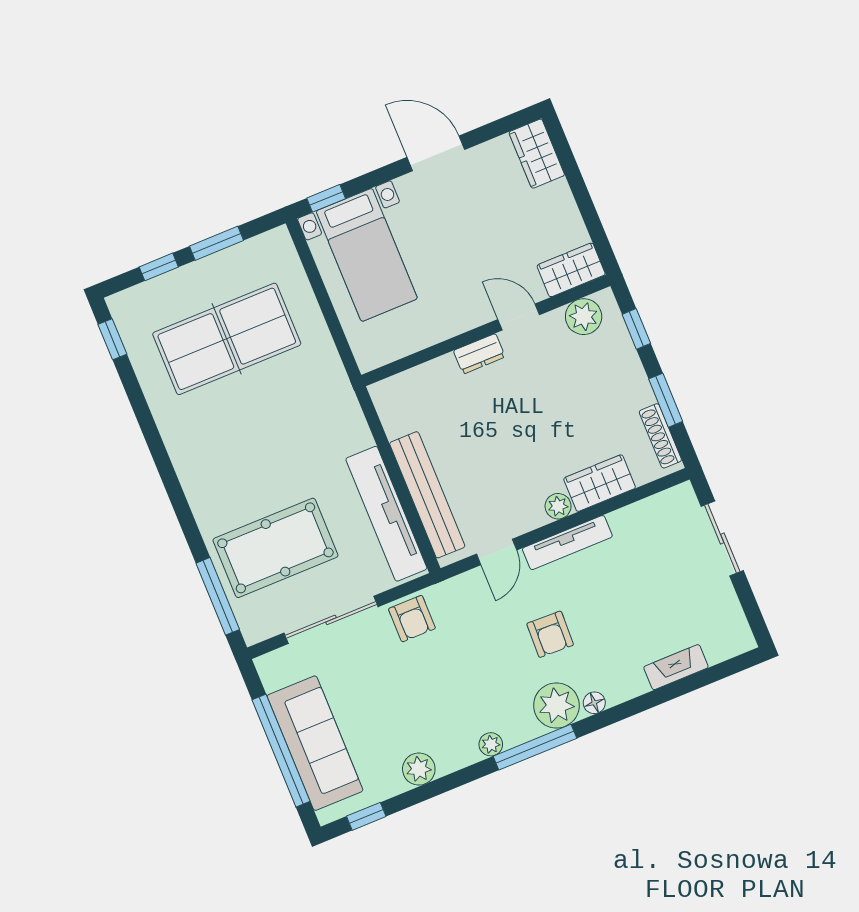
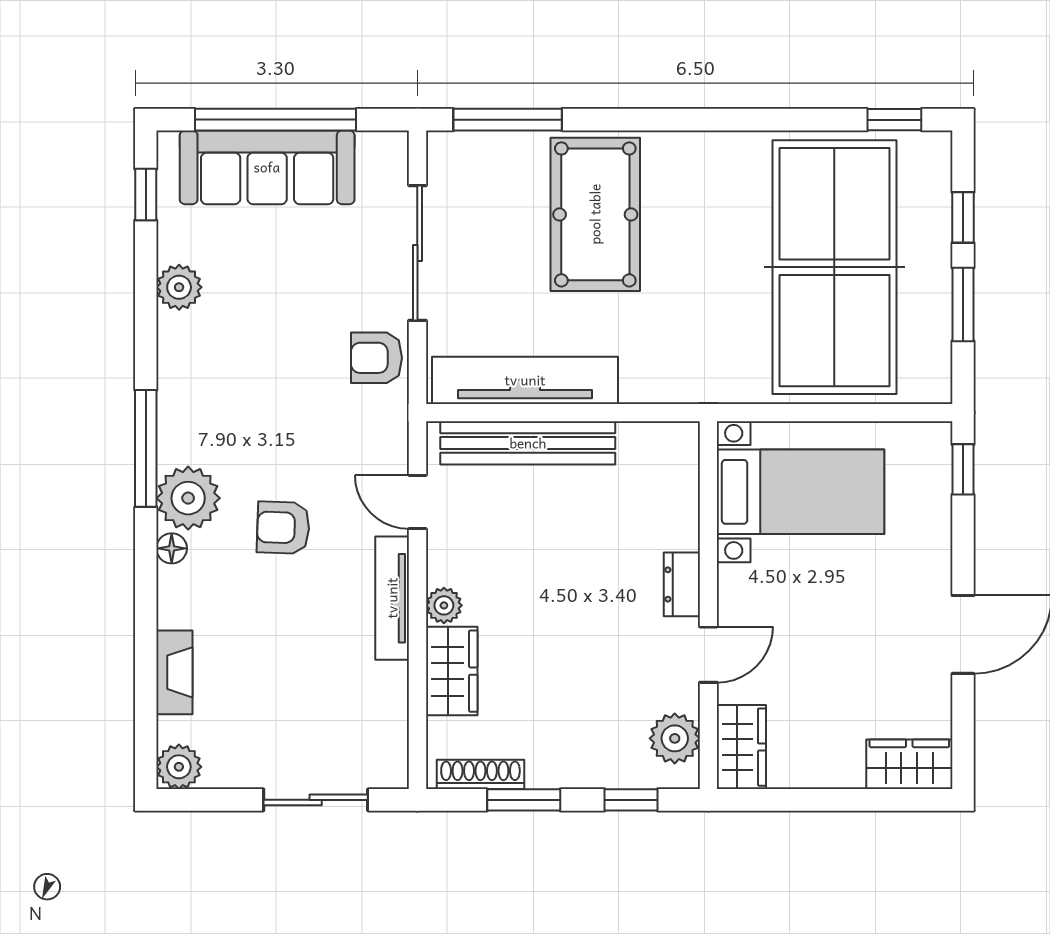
bed with nightstands: (367, 255) -> (801, 492), moved, turned 180
table tennis table: (227, 339) -> (834, 267), width x1.36, depth x1.32
pool table: (275, 548) -> (595, 214), moved
plant: (491, 744) -> (179, 767), moved, width x1.38, depth x1.38

